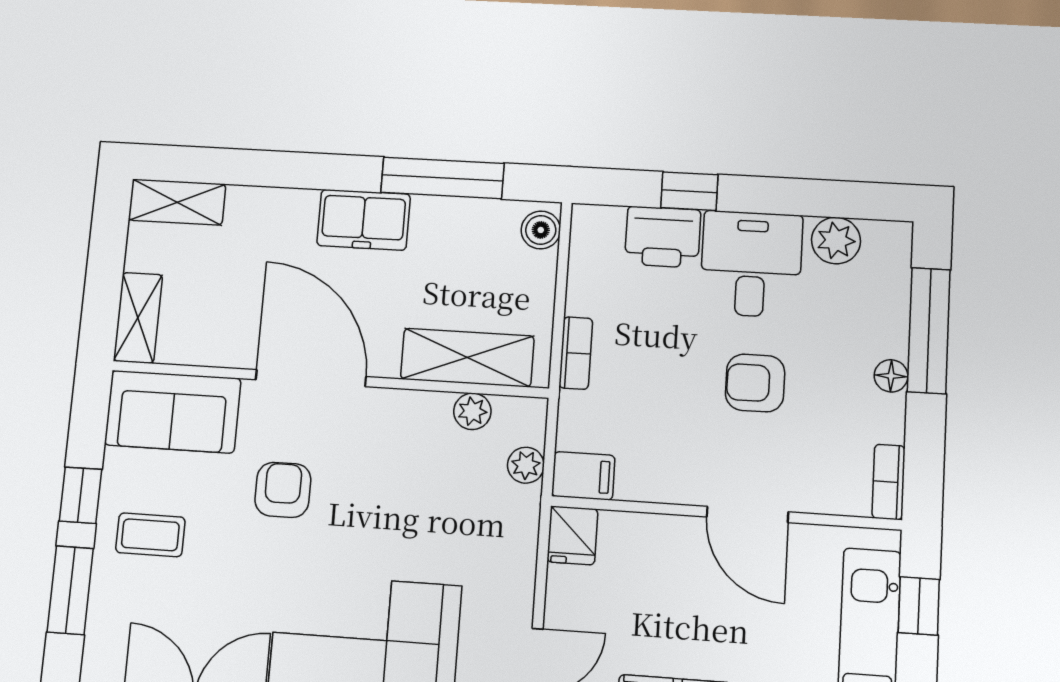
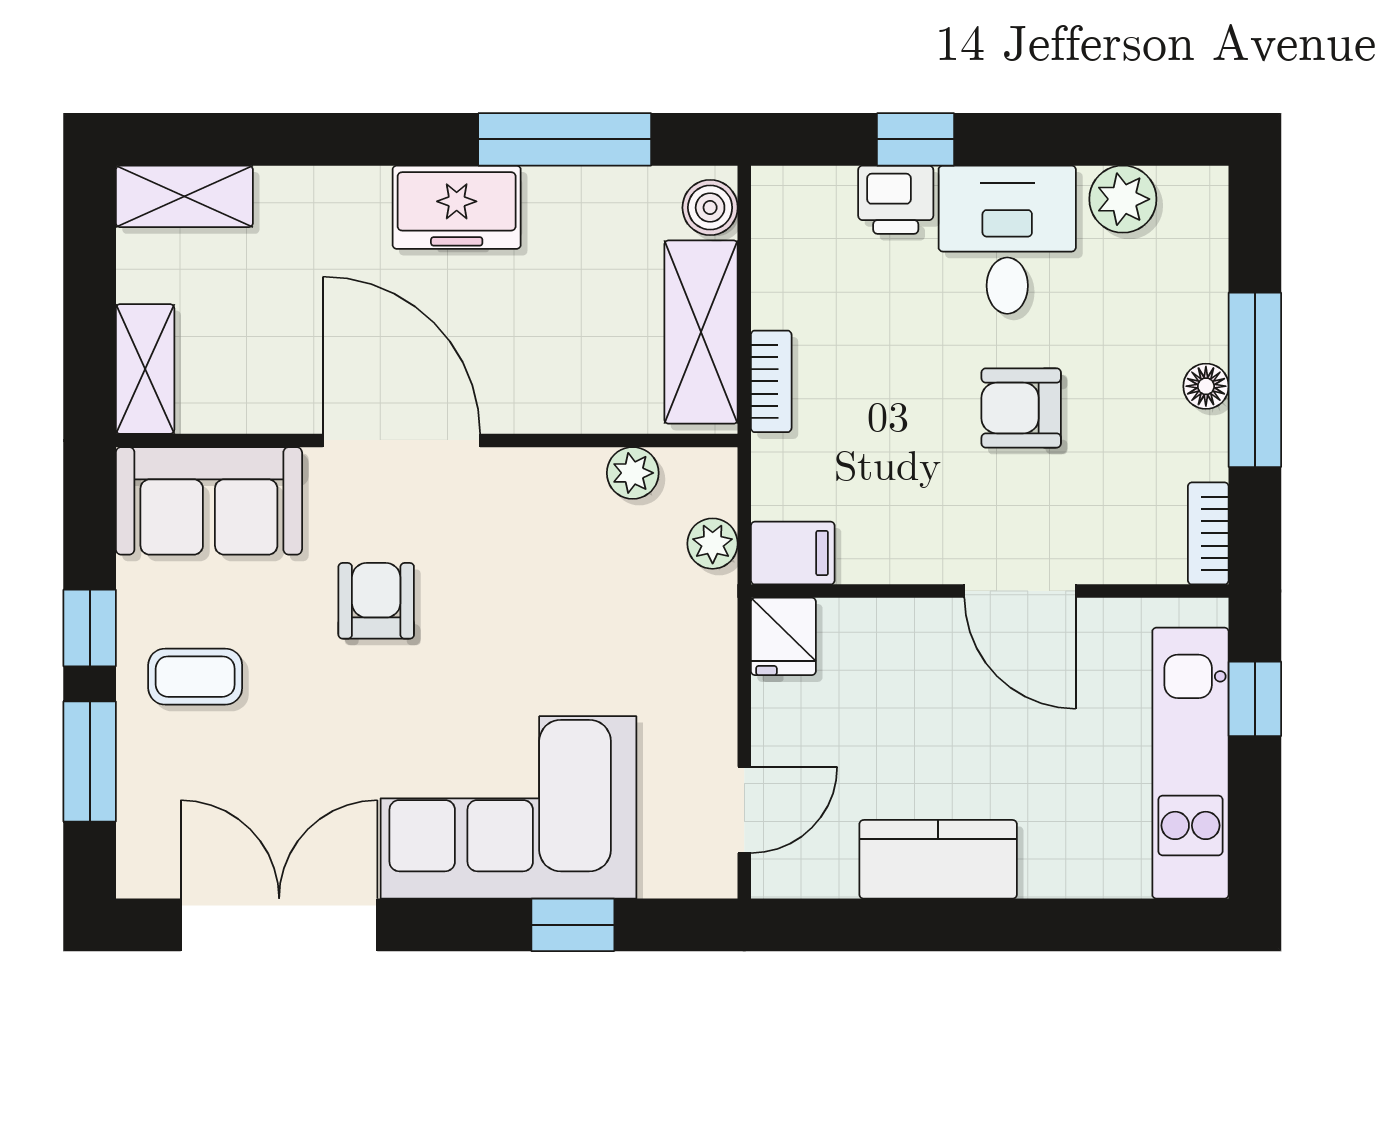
printer: (663, 237) -> (896, 200), width x0.73, depth x0.81
window: (929, 331) -> (1255, 380), moved
shelving: (467, 358) -> (701, 332), moved, turned 90

